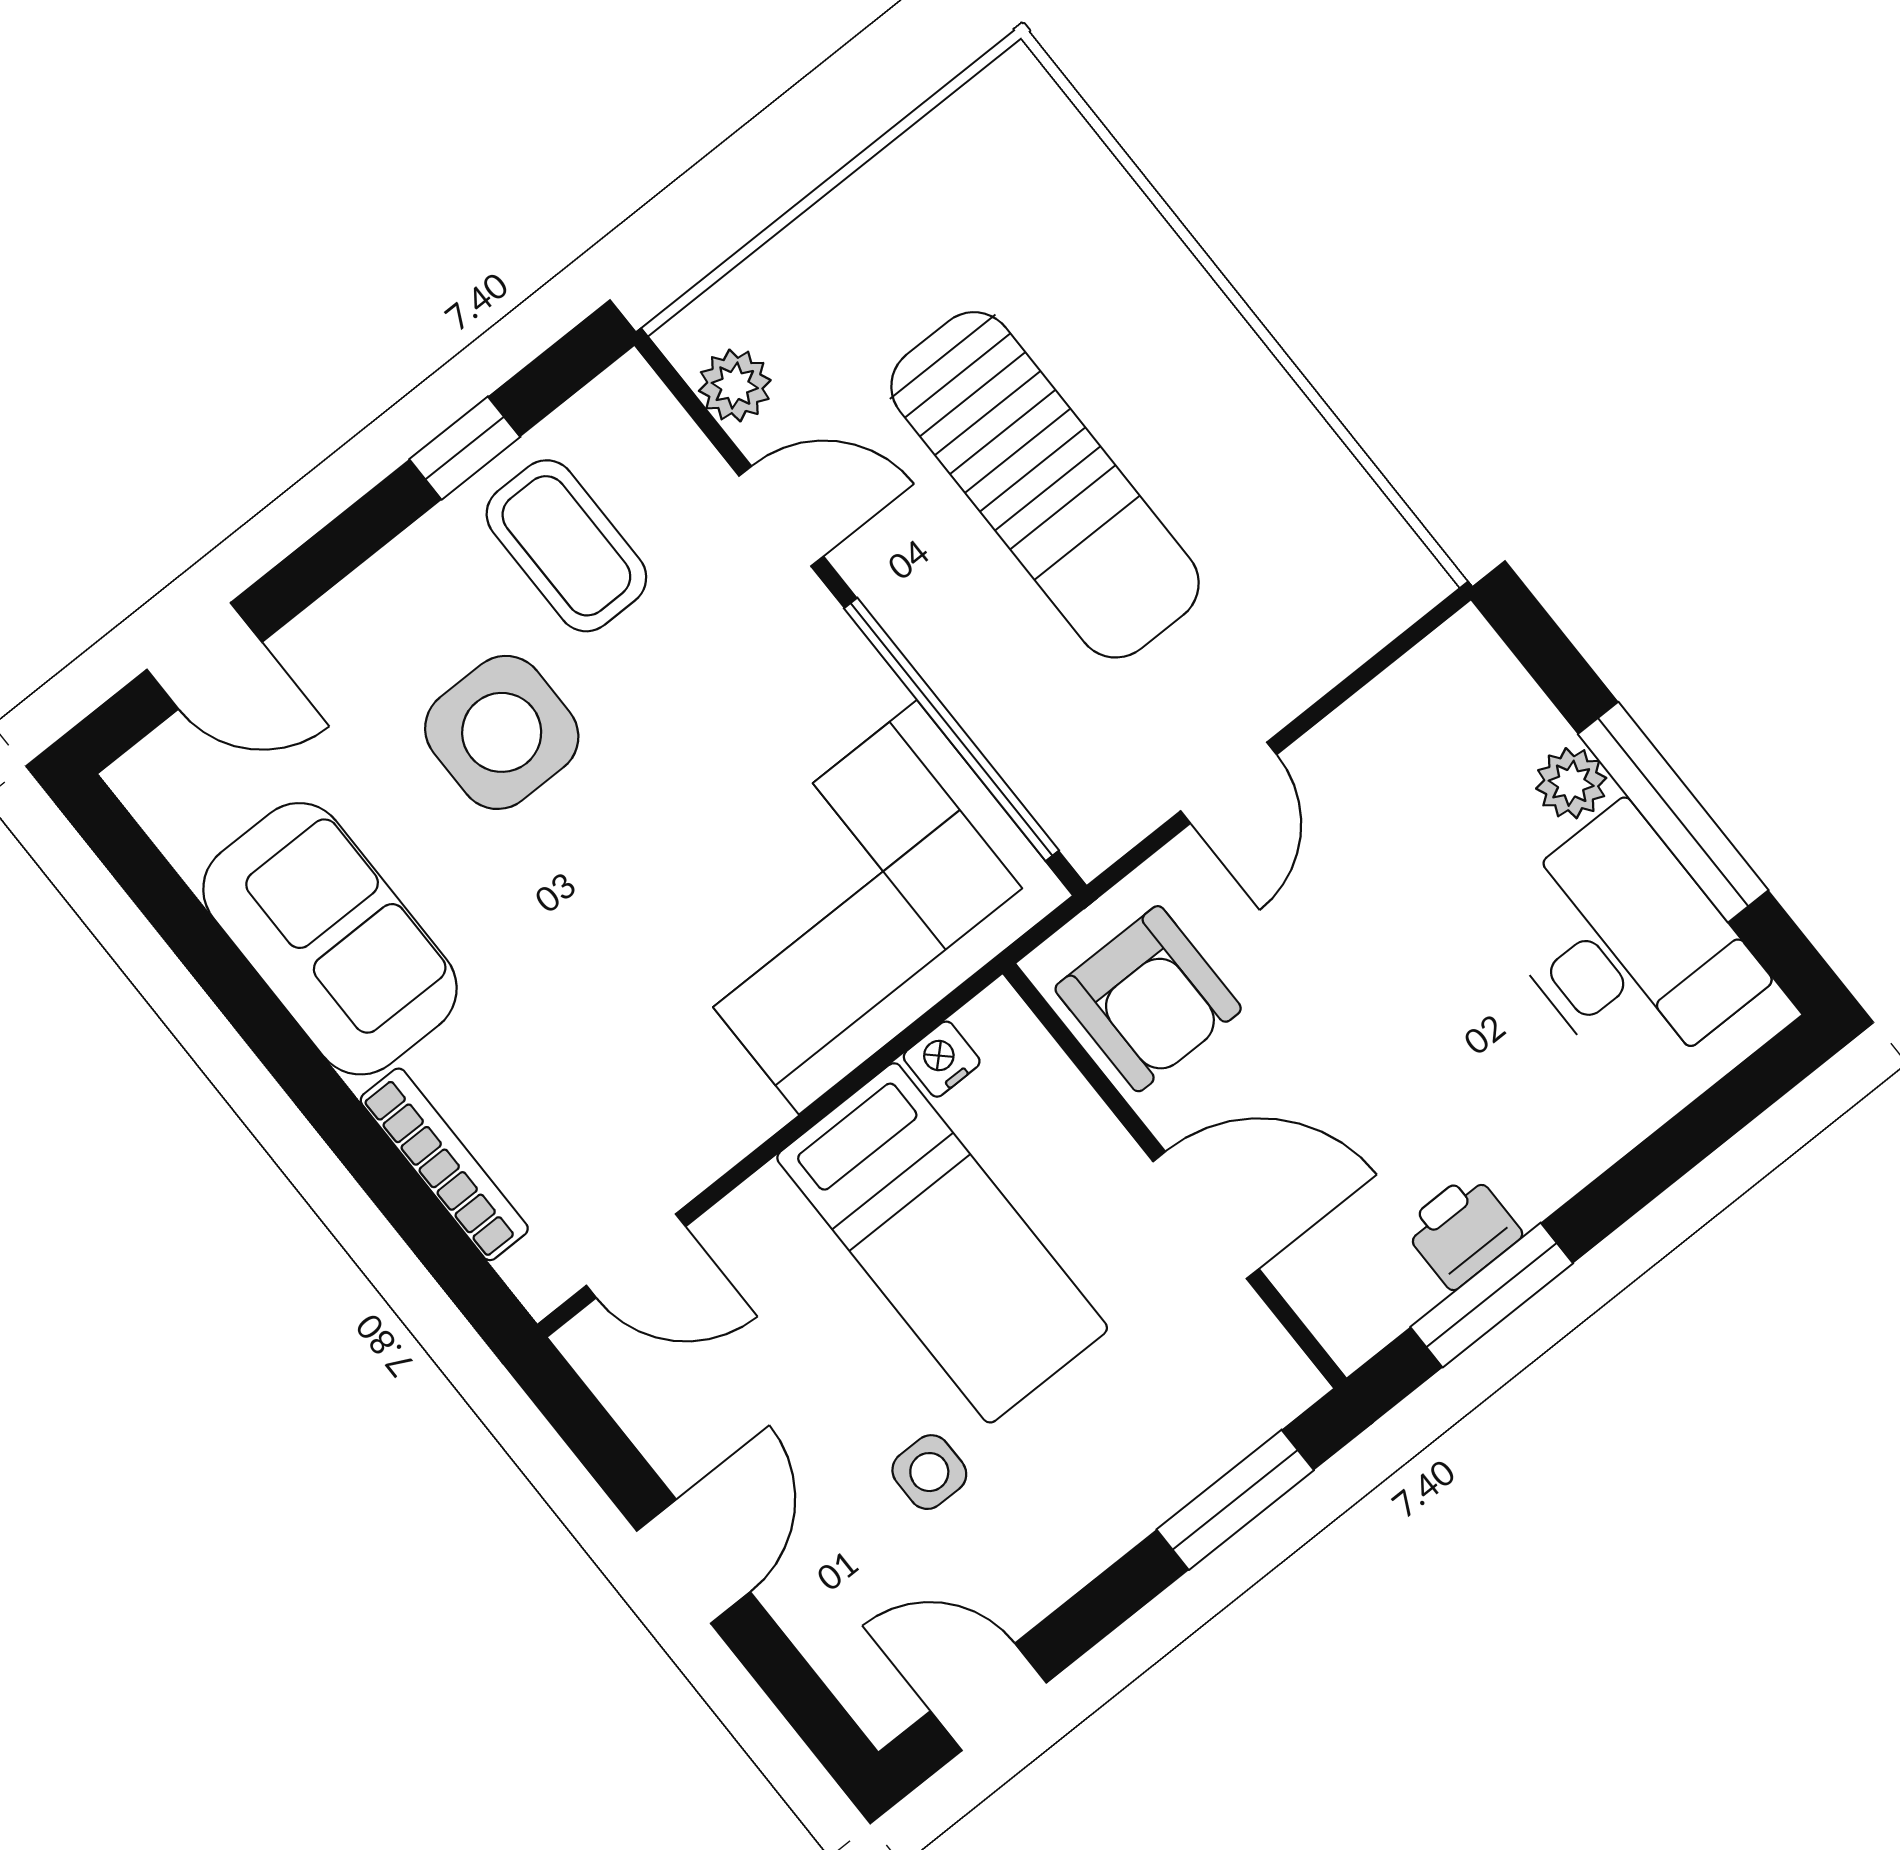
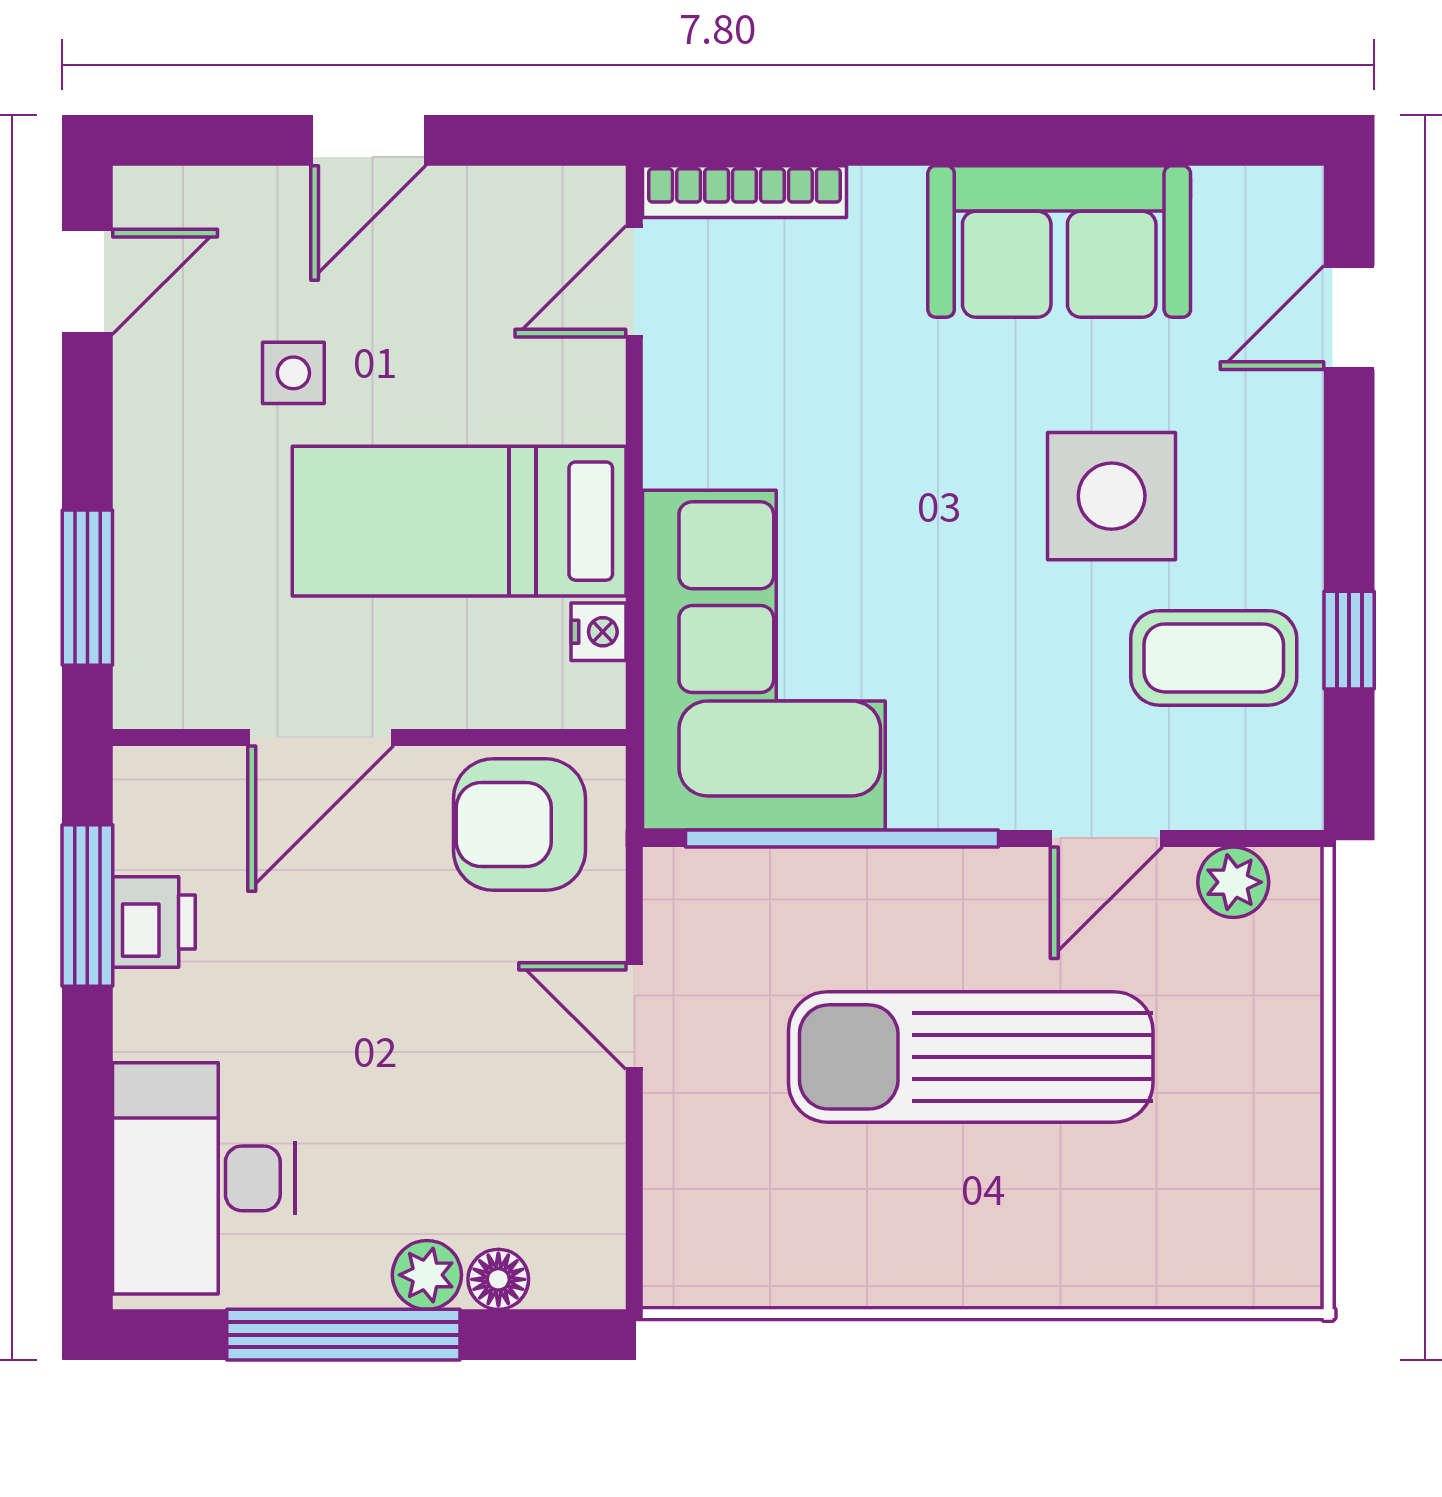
floor lamp: (1529, 723) -> (498, 1279), added
desk: (1627, 946) -> (204, 1178), moved, turned 90
bookcase: (444, 1164) -> (744, 192), moved
door: (693, 1561) -> (368, 140), hinge flipped

